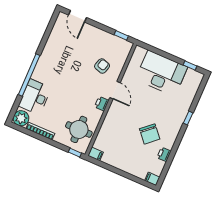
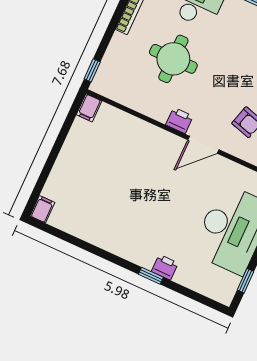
round table: (79, 129) -> (173, 59), moved
chair: (150, 134) -> (123, 206), removed
printer: (164, 154) -> (165, 267), moved

